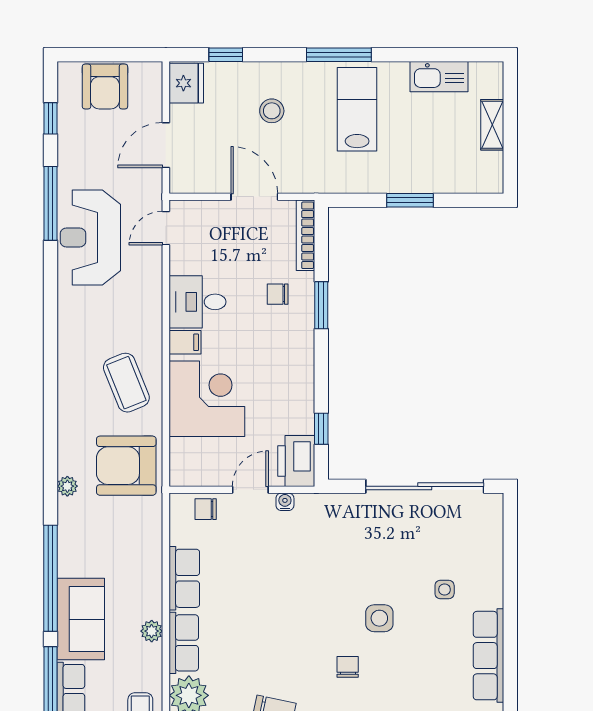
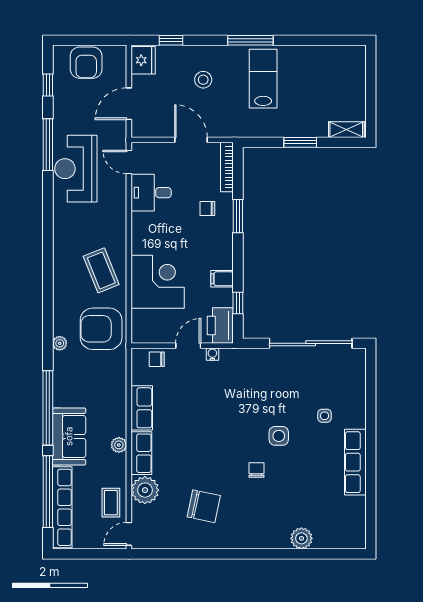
kitchen sink: (439, 77) -> (321, 56), removed
shelving: (492, 125) -> (346, 130), moved, turned 90
door: (166, 228) -> (129, 162), hinge flipped
desk: (197, 302) -> (151, 193), moved
filing cabinet: (185, 342) -> (222, 279), moved, turned 180

